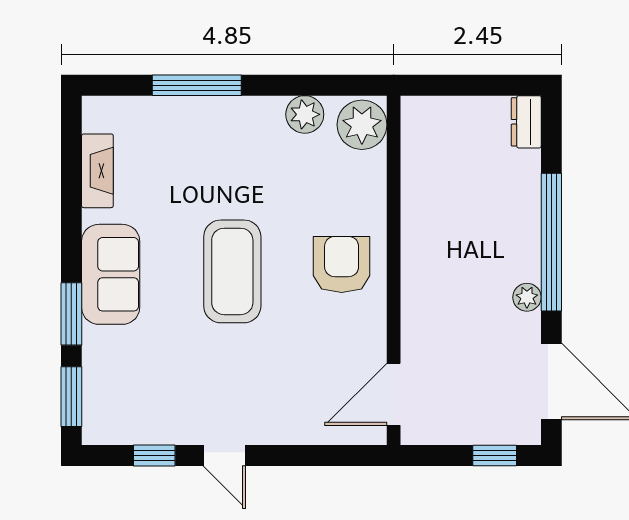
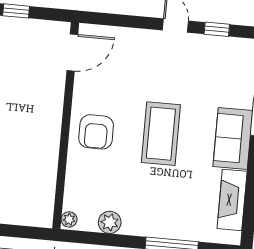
plant: (362, 125) -> (69, 219), width x0.53, depth x0.53
fireplace: (97, 171) -> (232, 200), width x1.37, depth x1.32

